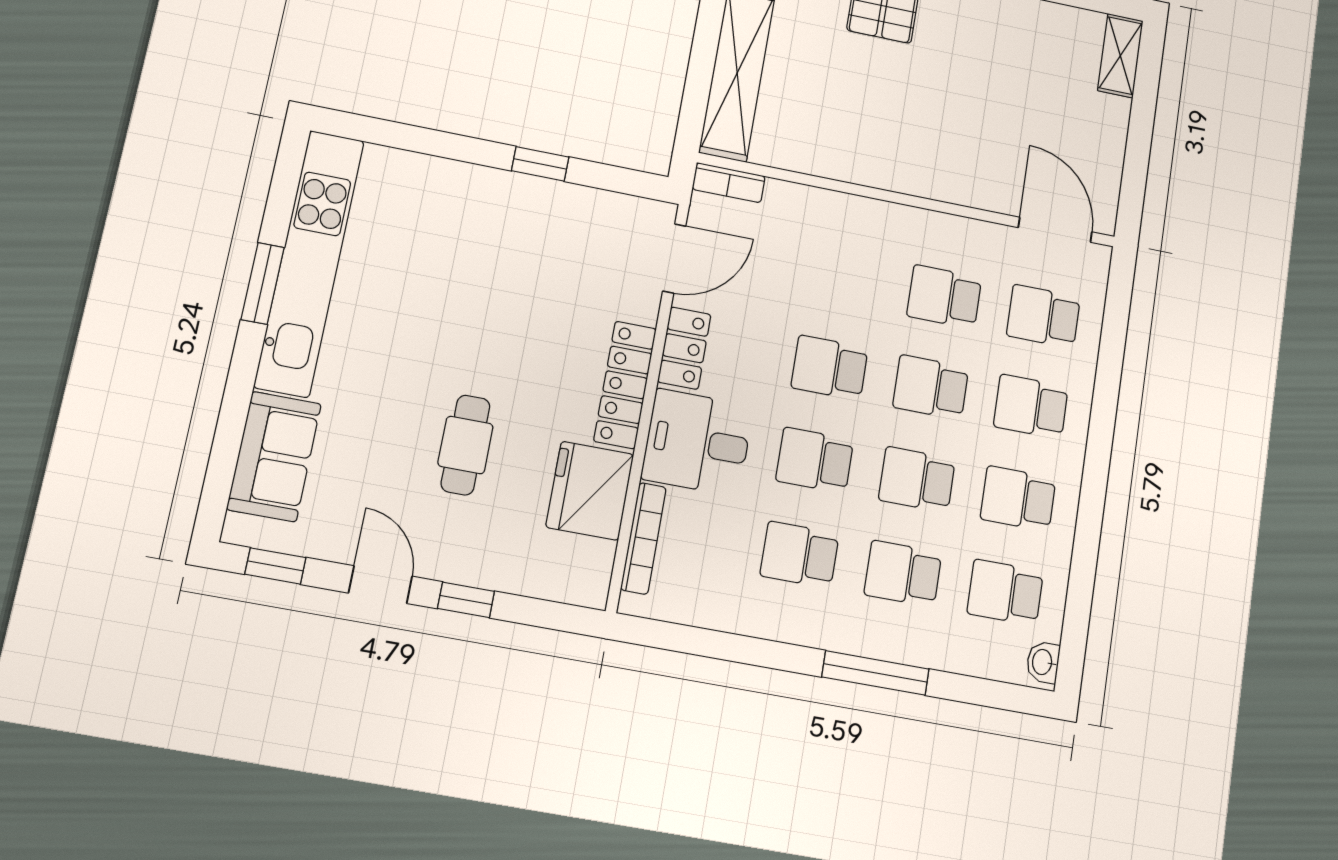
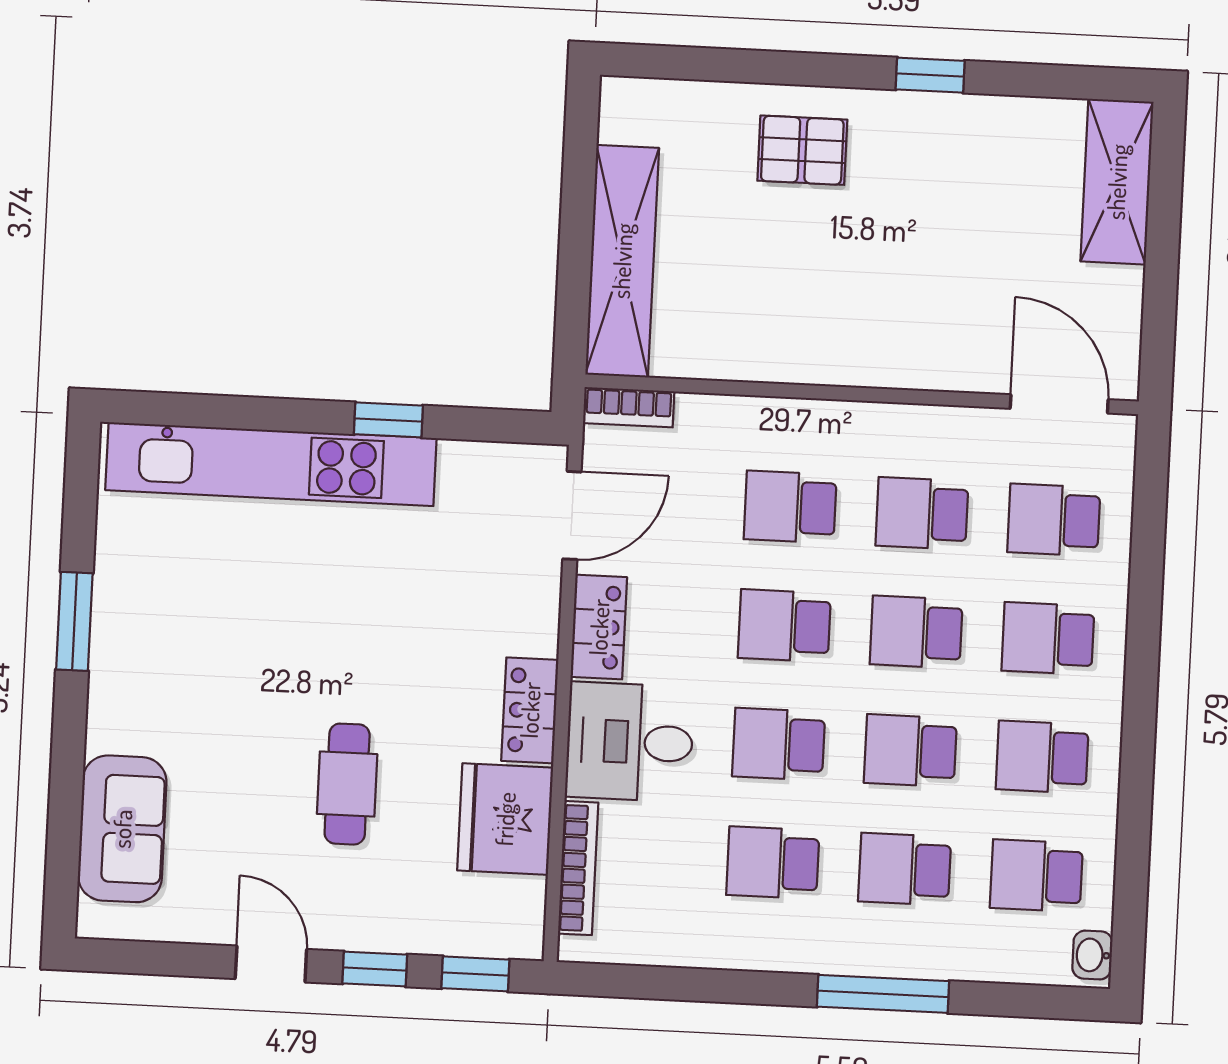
shelving: (1120, 56) -> (1117, 182), width x1.50, depth x1.33
kitchen unit: (309, 263) -> (271, 464), moved, turned 90
school desk: (844, 277) -> (790, 507), added
locker: (625, 385) -> (530, 710), width x0.66
window: (275, 566) -> (475, 974), moved

